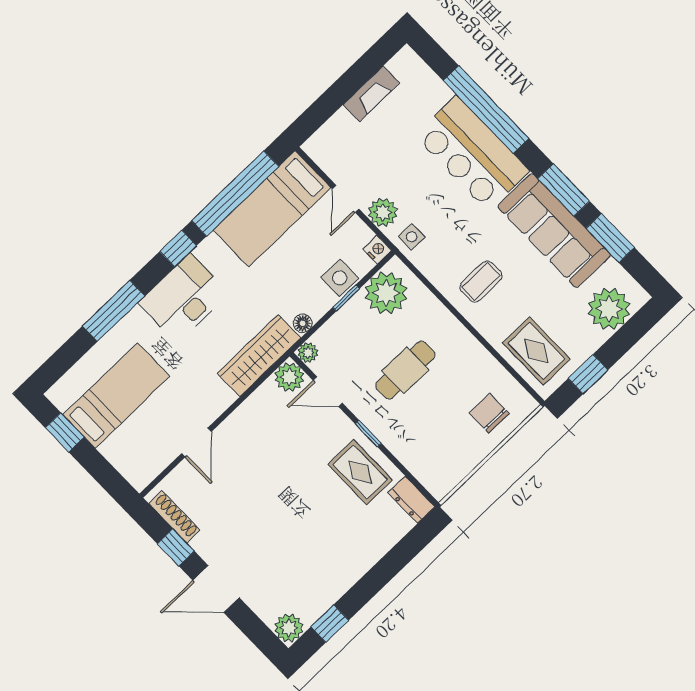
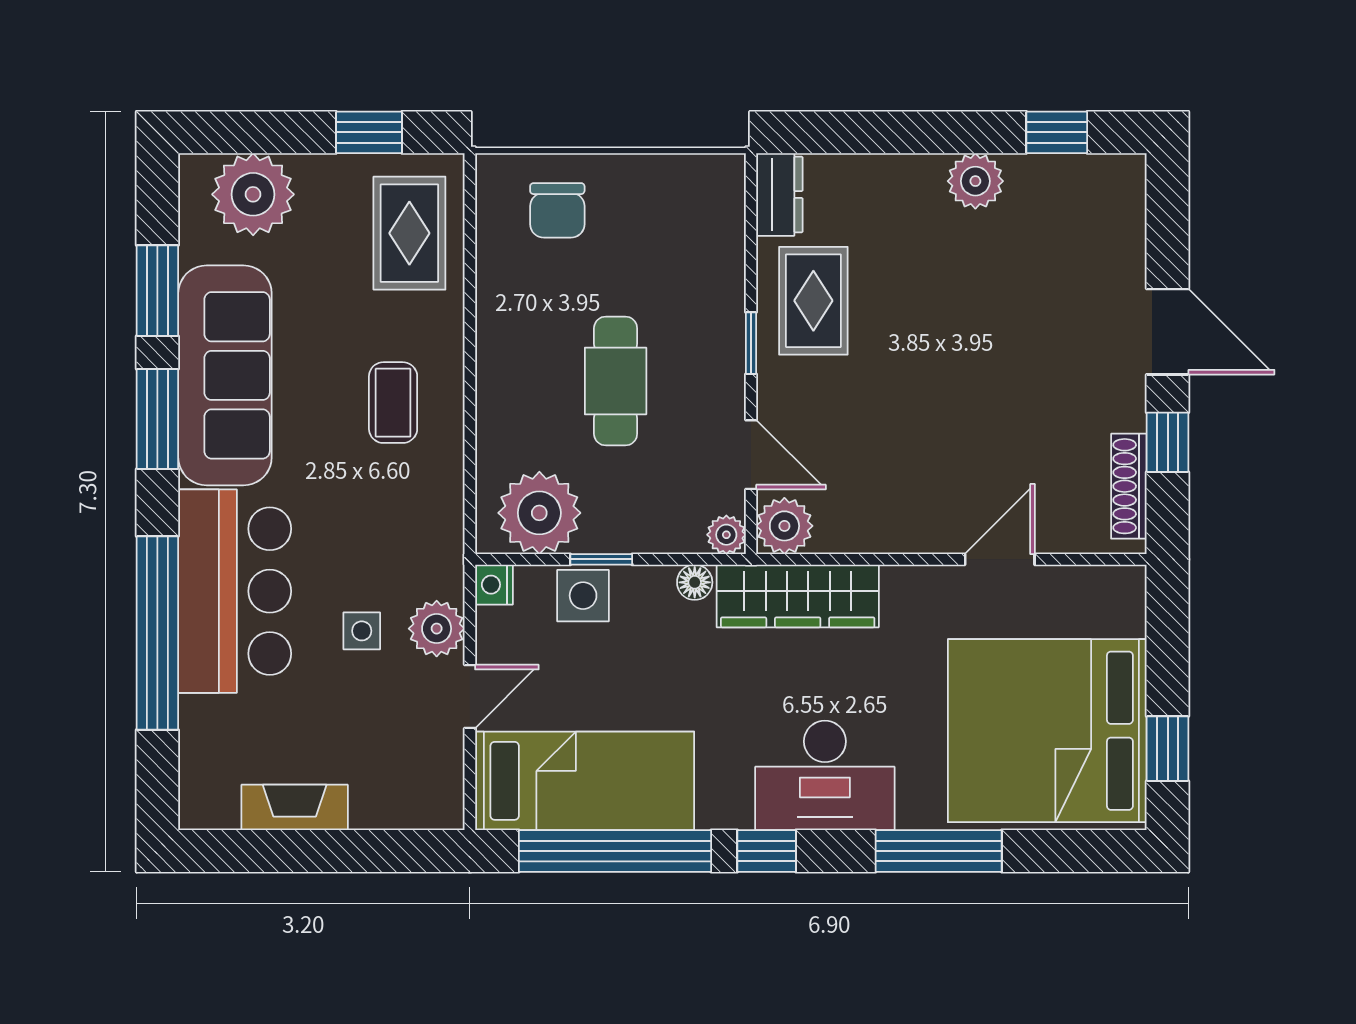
side table: (412, 237) -> (362, 631), moved
coffee table: (481, 281) -> (393, 403), turned 90
cafe table: (405, 370) -> (616, 381), turned 90
bed: (116, 395) -> (1047, 731), width x2.04
plant: (289, 628) -> (975, 181), moved

